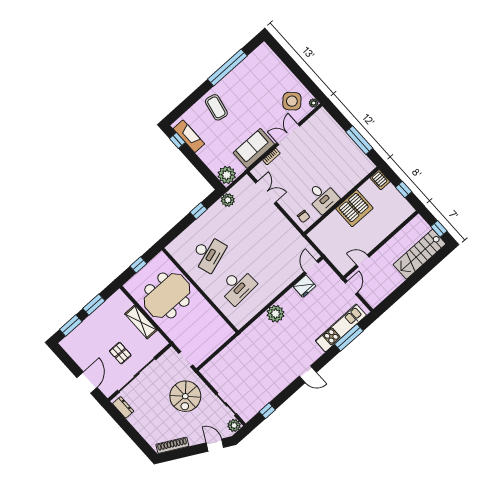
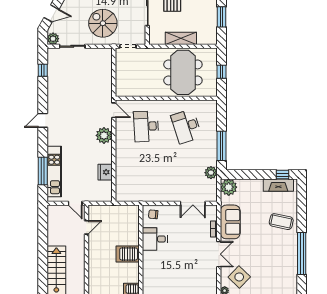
server rack: (354, 208) -> (128, 254), width x0.62
window: (198, 211) -> (221, 146), width x2.17
door: (311, 267) -> (114, 110), moved

